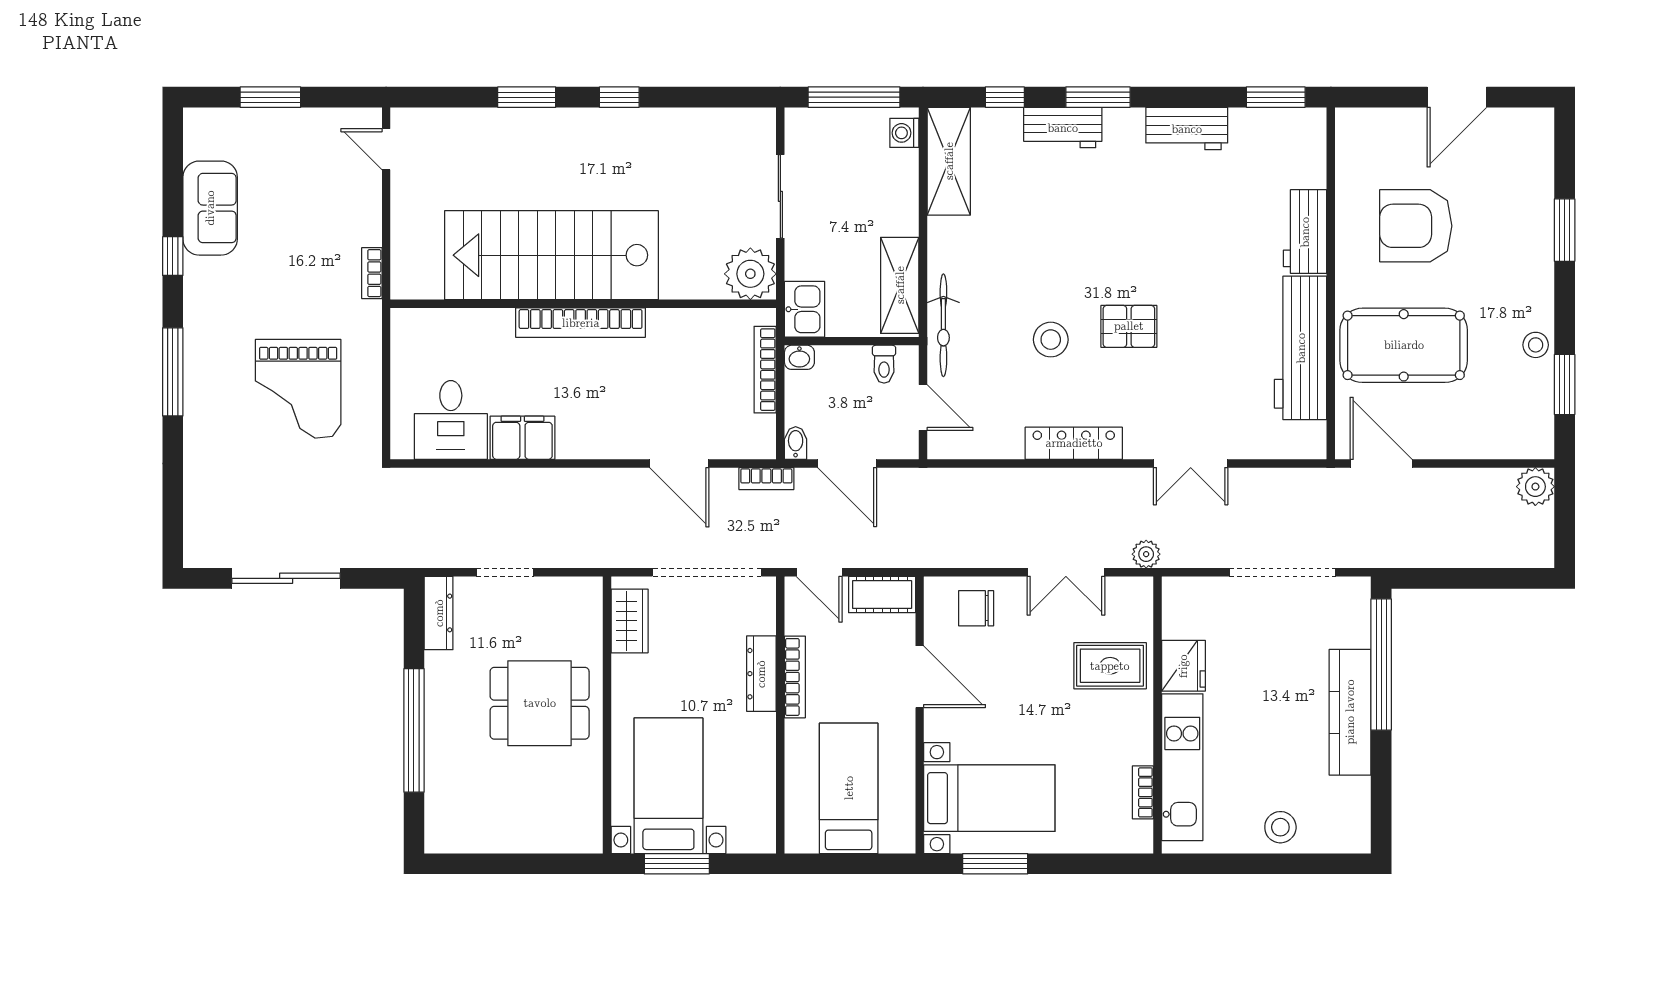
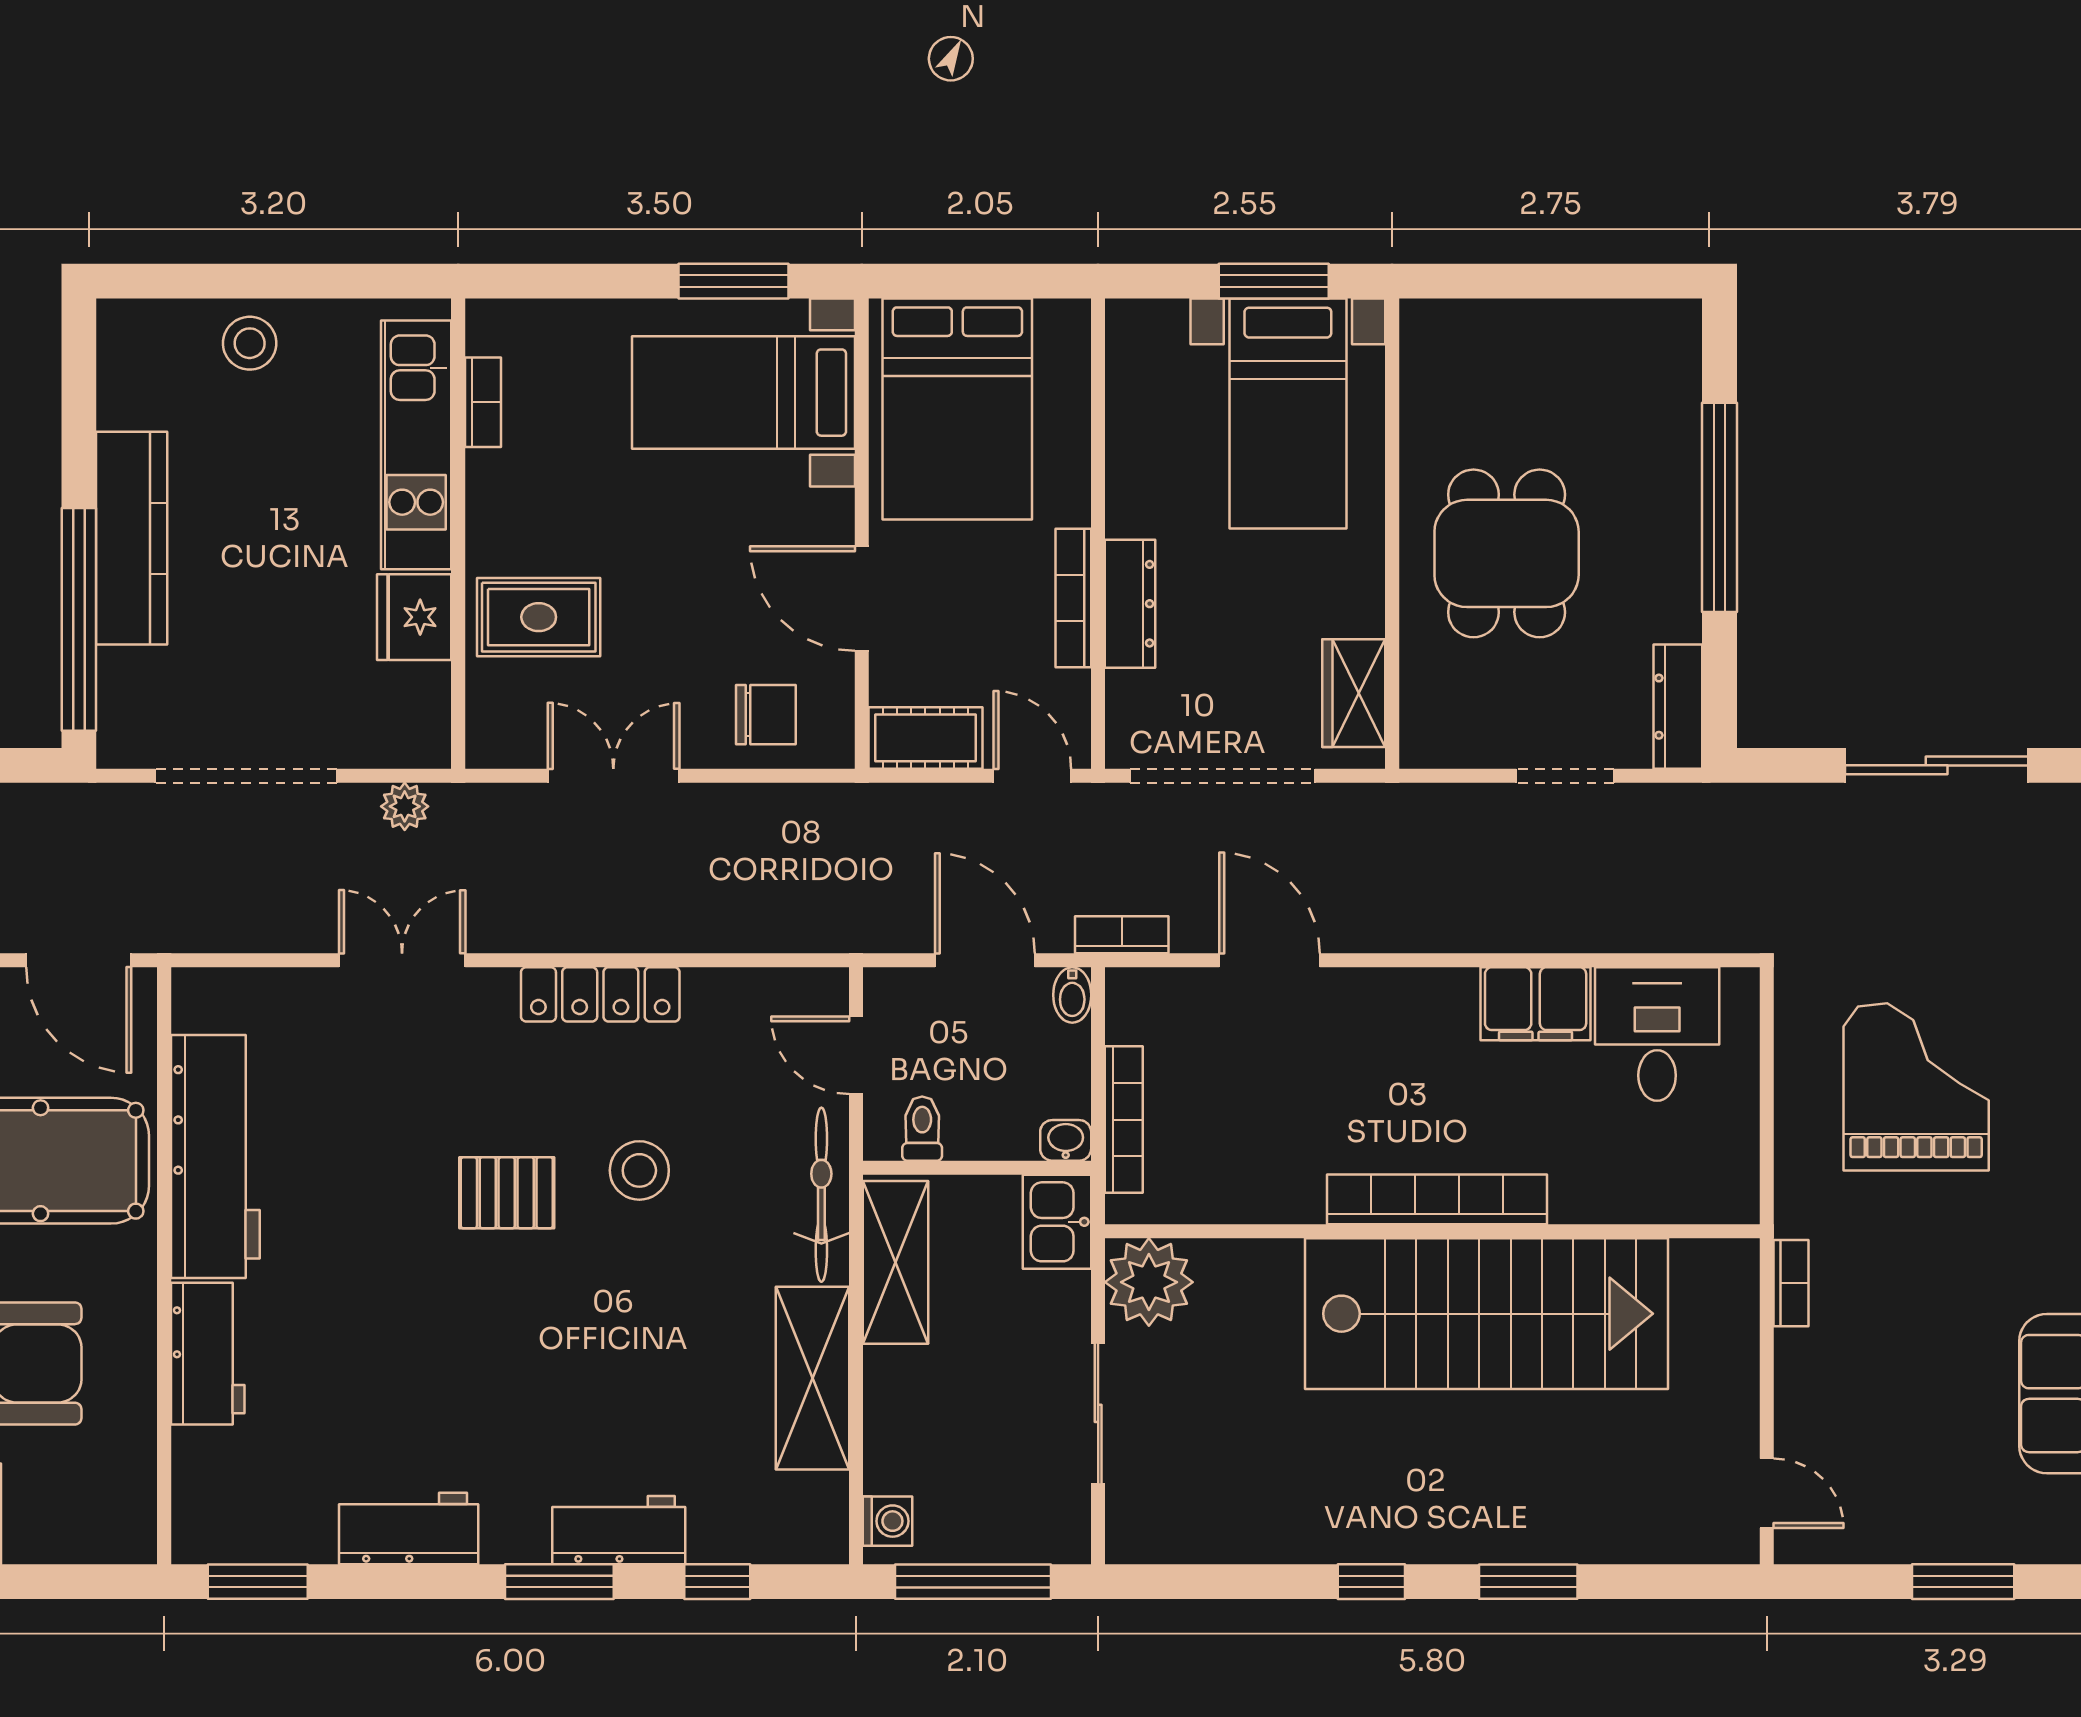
shelving: (949, 161) -> (812, 1378), moved
plant: (1146, 554) -> (405, 806), moved
dining table: (540, 703) -> (1507, 553), turned 90
bed: (849, 788) -> (957, 409), width x1.50

